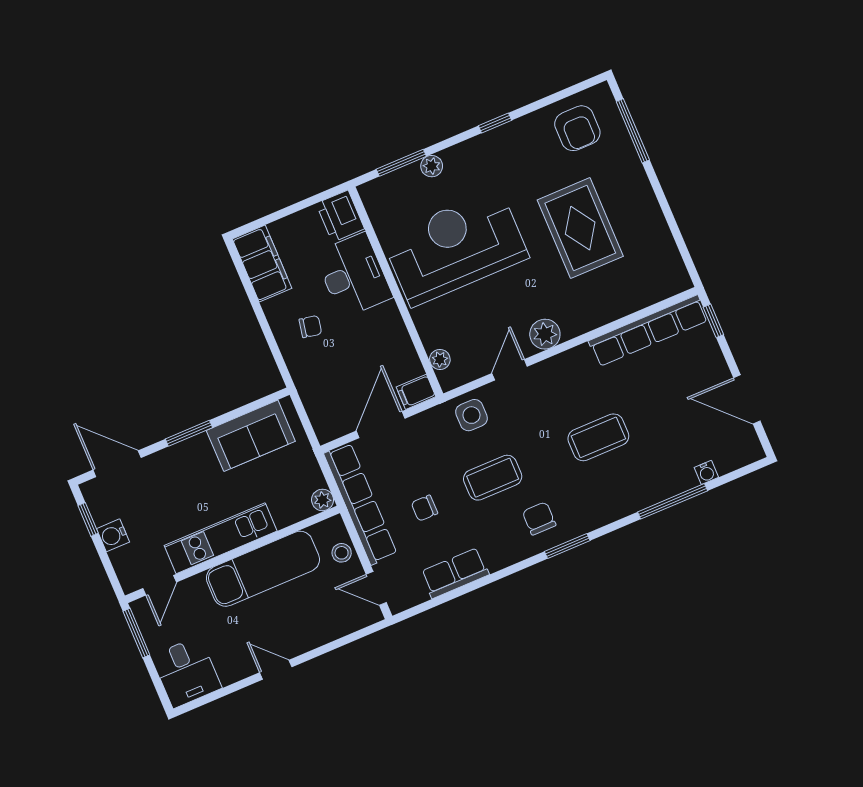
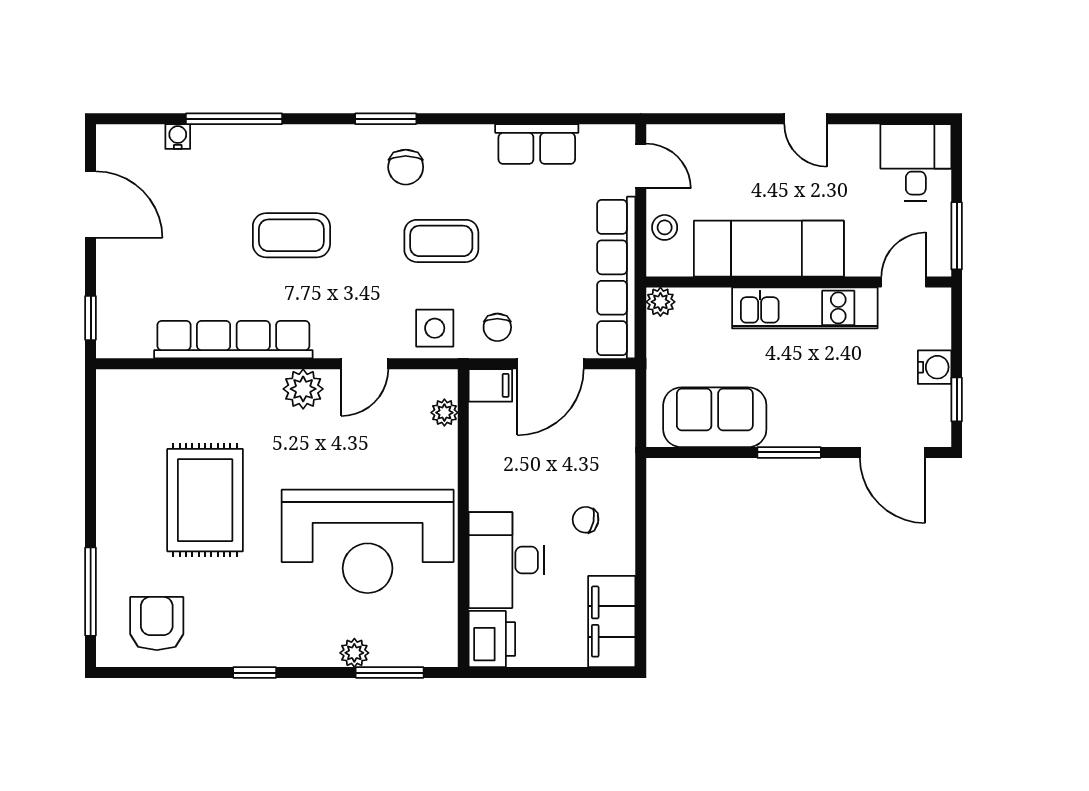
row of seats: (648, 331) -> (233, 340), moved
chair: (424, 508) -> (497, 327), moved, turned 90

